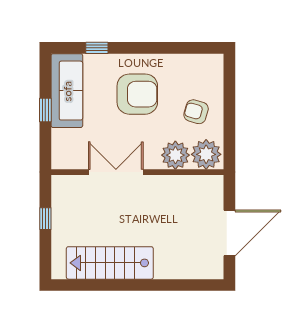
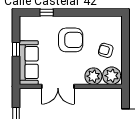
sofa: (67, 91) -> (29, 63), moved
double door: (116, 172) -> (58, 86), swing flipped

